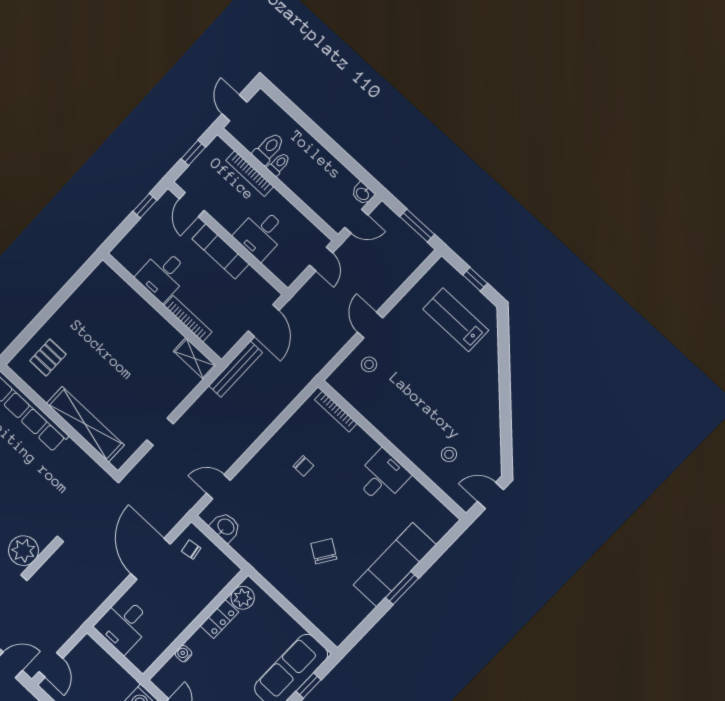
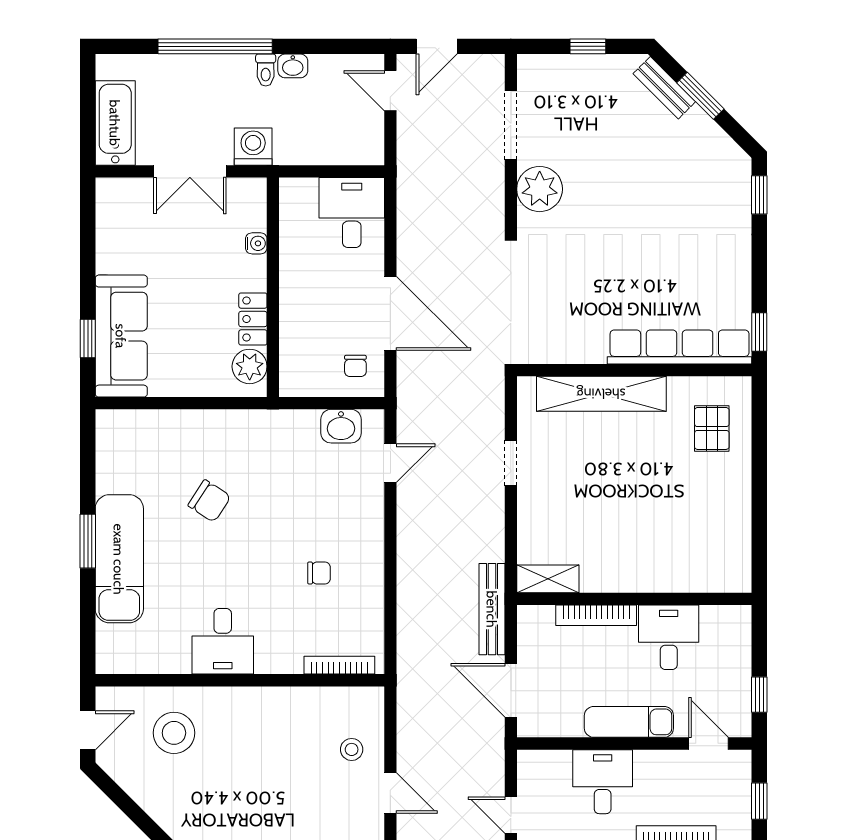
stool: (449, 454) -> (174, 733), width x1.89, depth x1.89
chair: (303, 466) -> (319, 573), turned 180
chair: (191, 550) -> (355, 366), turned 99

